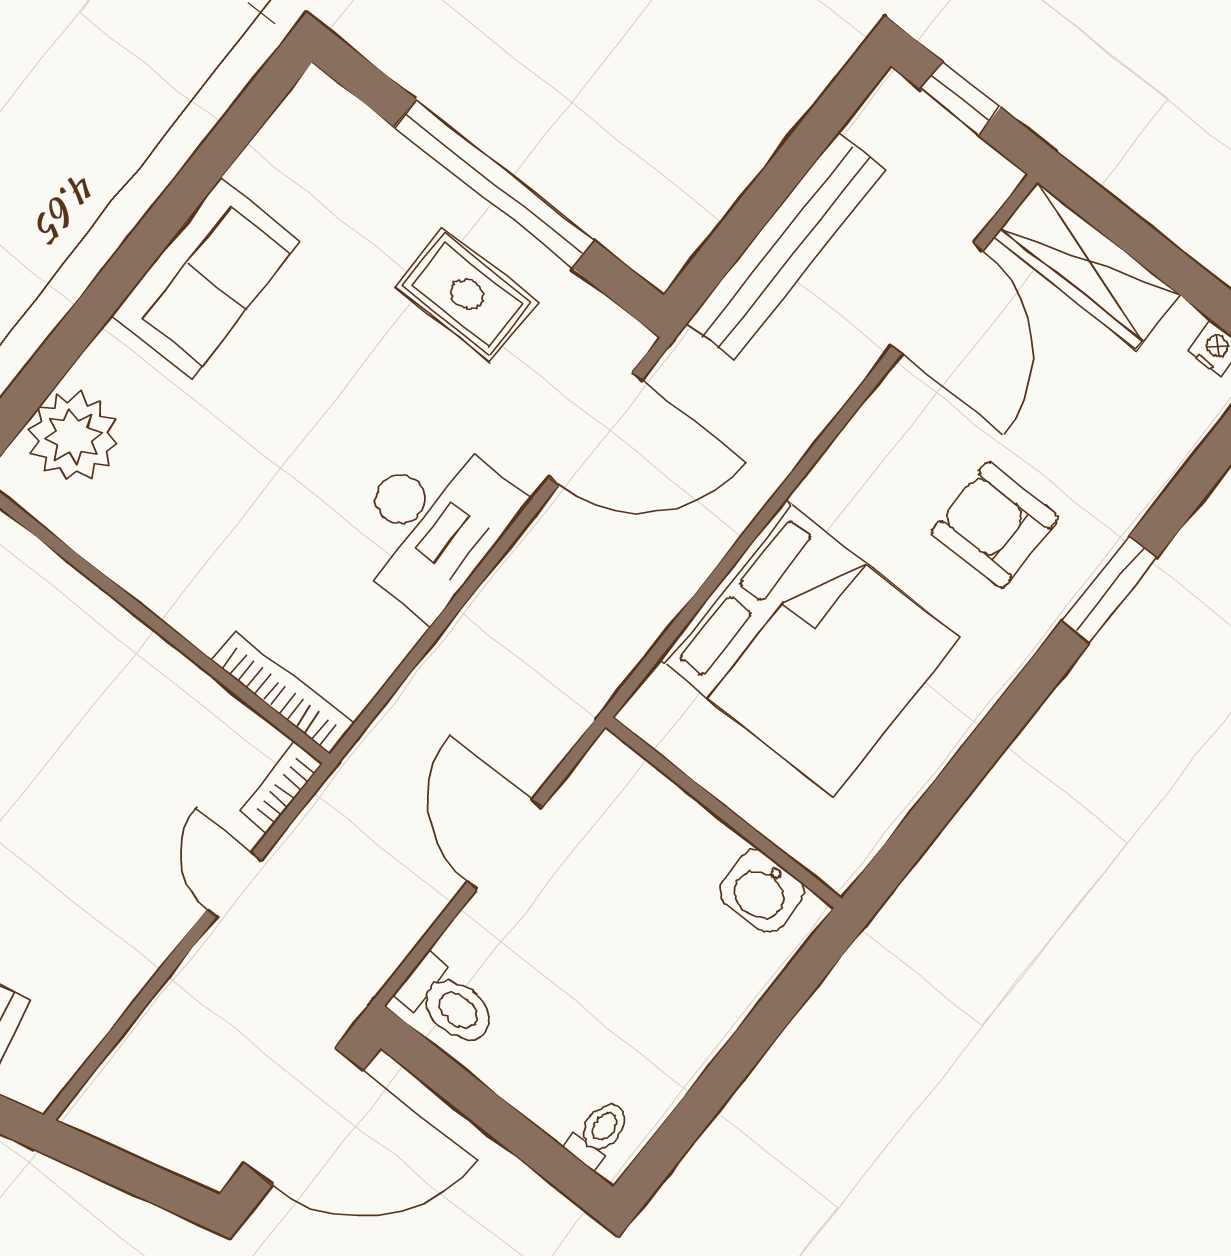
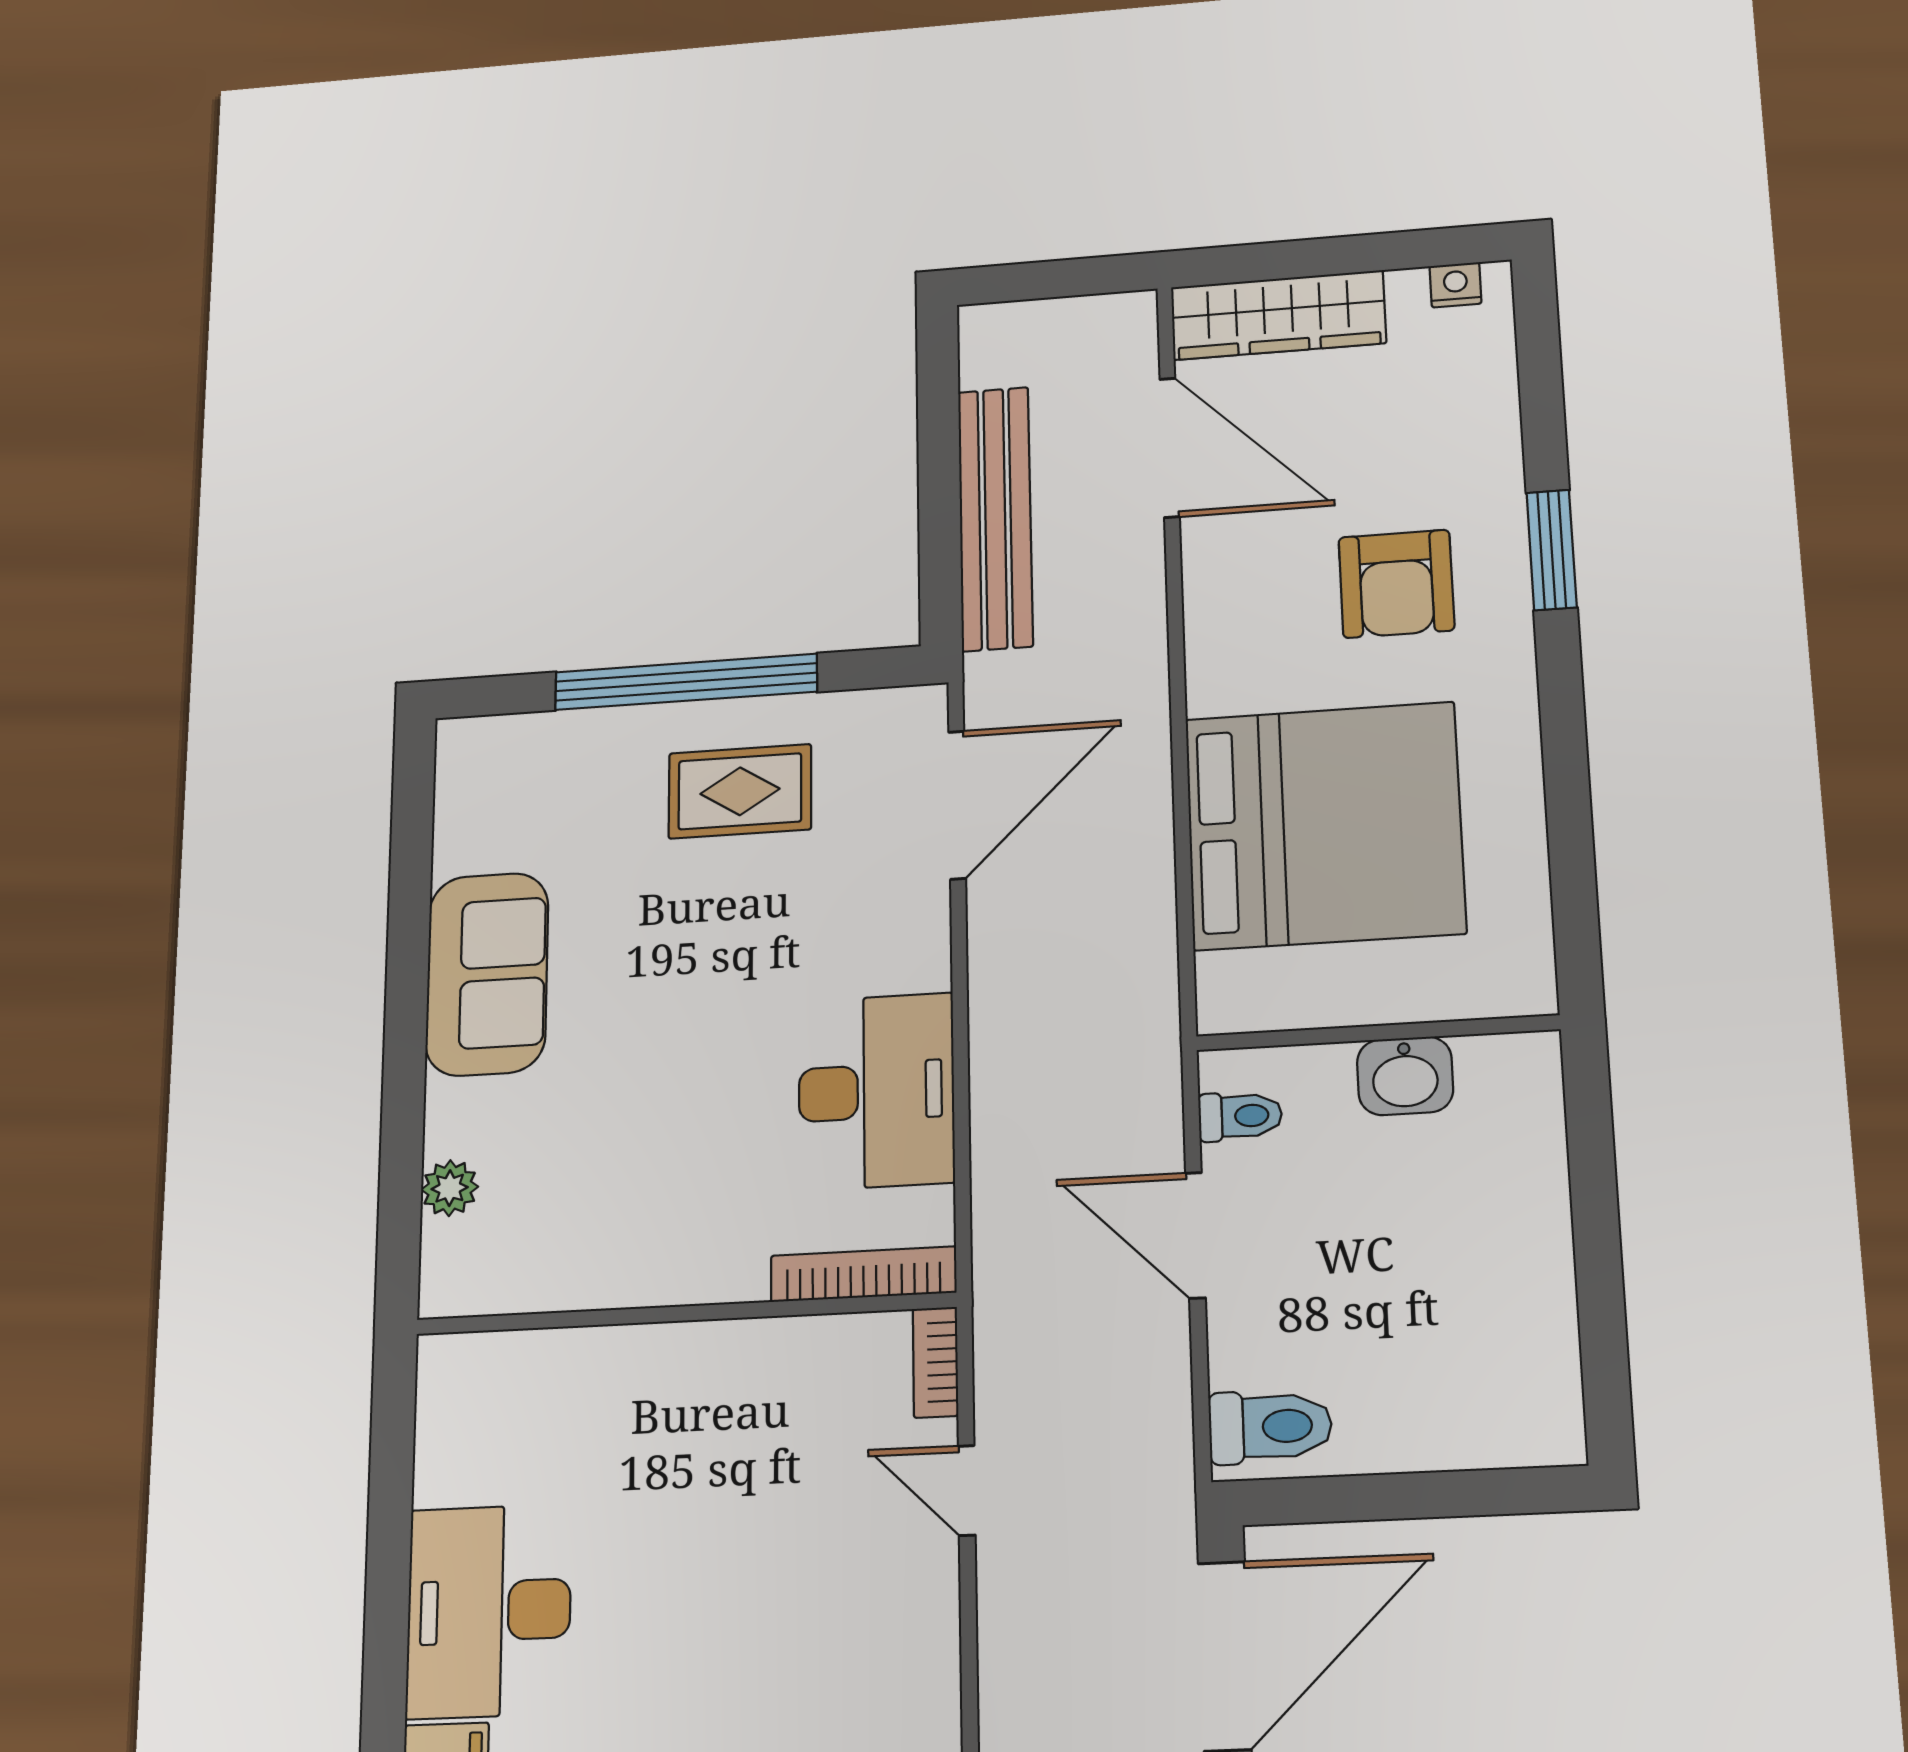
window: (960, 98) -> (1042, 280), removed
plant: (73, 436) -> (450, 1188), width x0.53, depth x0.53
desk: (431, 524) -> (876, 1091), moved
armchair: (995, 525) -> (1396, 584), turned -90
washbasin: (762, 891) -> (1405, 1076), moved
toilet: (599, 1134) -> (1240, 1116), moved, turned 90

